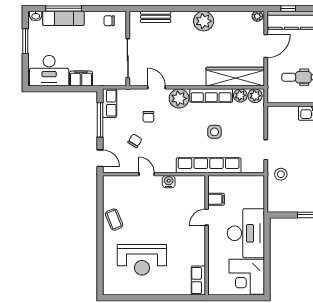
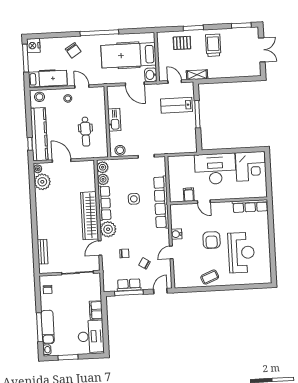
plant: (204, 21) -> (42, 182), moved
wardrobe: (235, 77) -> (89, 216), moved
row of seats: (110, 103) -> (129, 285), moved
stool: (281, 174) -> (120, 150), moved
armchair: (159, 224) -> (212, 240), added
row of seats: (198, 280) -> (250, 206), width x1.48

